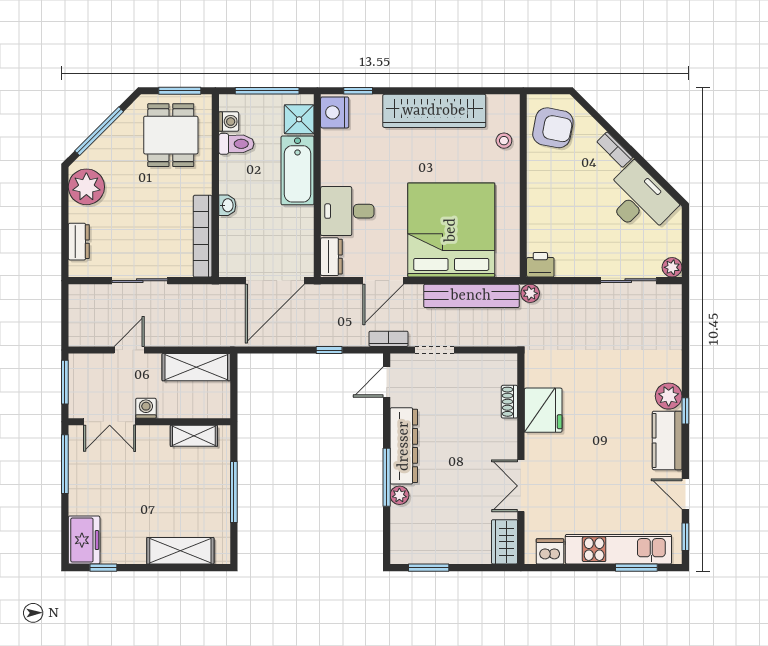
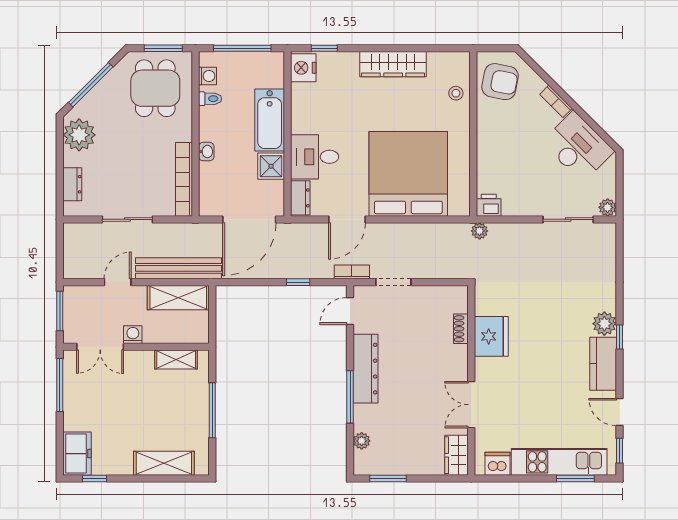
wardrobe: (434, 111) -> (393, 64), width x0.71, depth x0.85
shower: (299, 119) -> (271, 166), moved
toilet: (236, 144) -> (210, 99), width x0.73, depth x0.72
bench: (471, 296) -> (179, 268), moved
plant: (399, 495) -> (362, 441), moved

